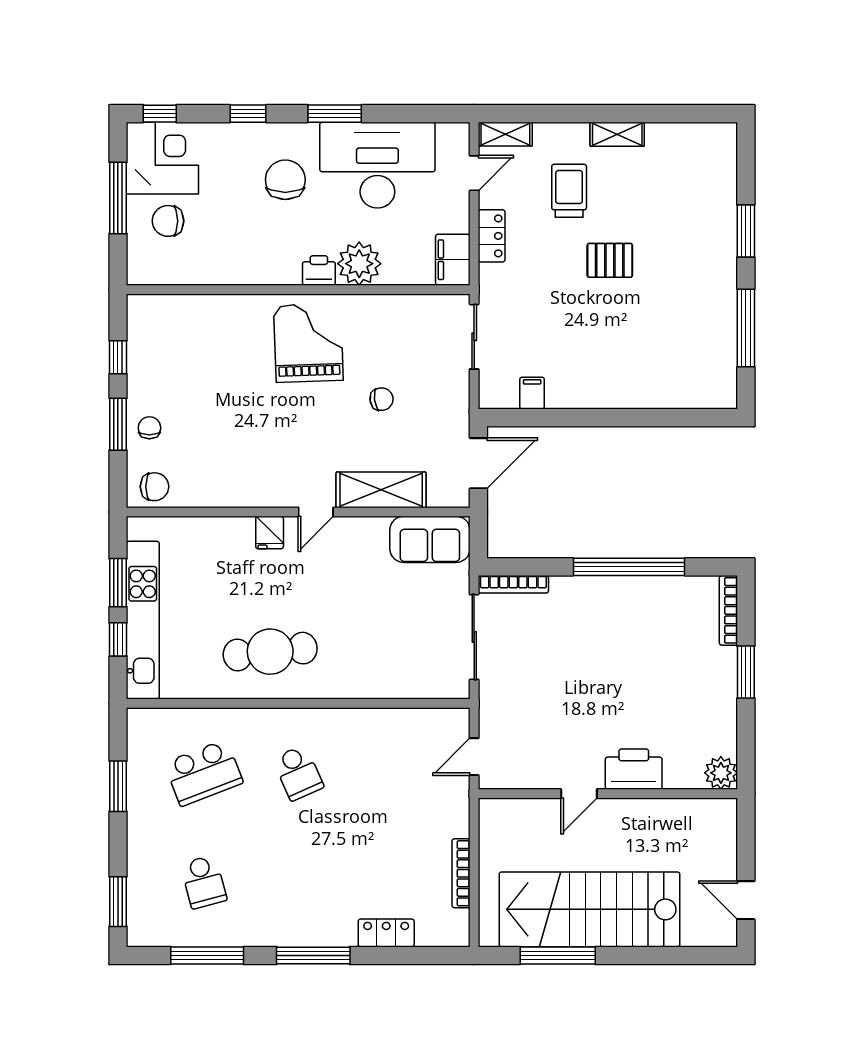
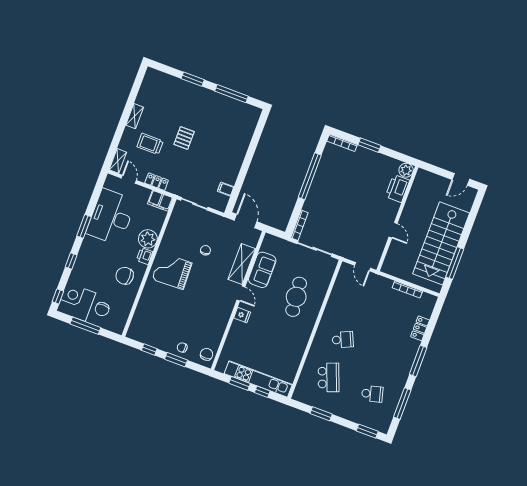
chair: (285, 180) -> (125, 276), moved
sofa: (430, 539) -> (262, 270), moved
cafe table: (270, 652) -> (296, 297), moved
printer: (634, 769) -> (398, 188), moved

